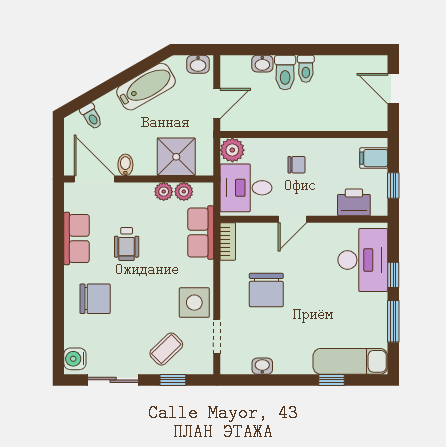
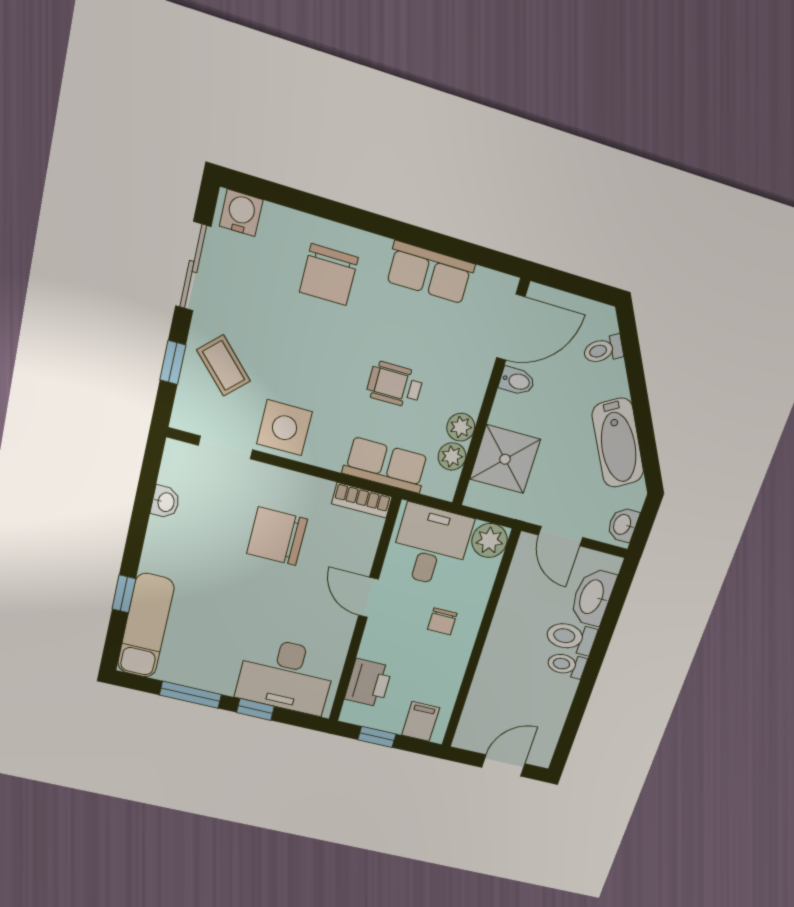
washbasin: (262, 64) -> (592, 597), width x1.91, depth x1.45
wheelchair: (127, 244) -> (395, 385), moved

